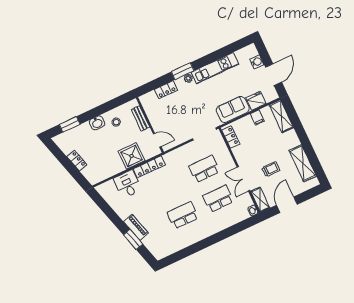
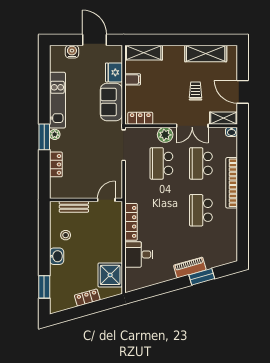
shower: (131, 156) -> (110, 275), moved
plant: (227, 162) -> (165, 135), added
bookcase: (214, 229) -> (232, 183), added

